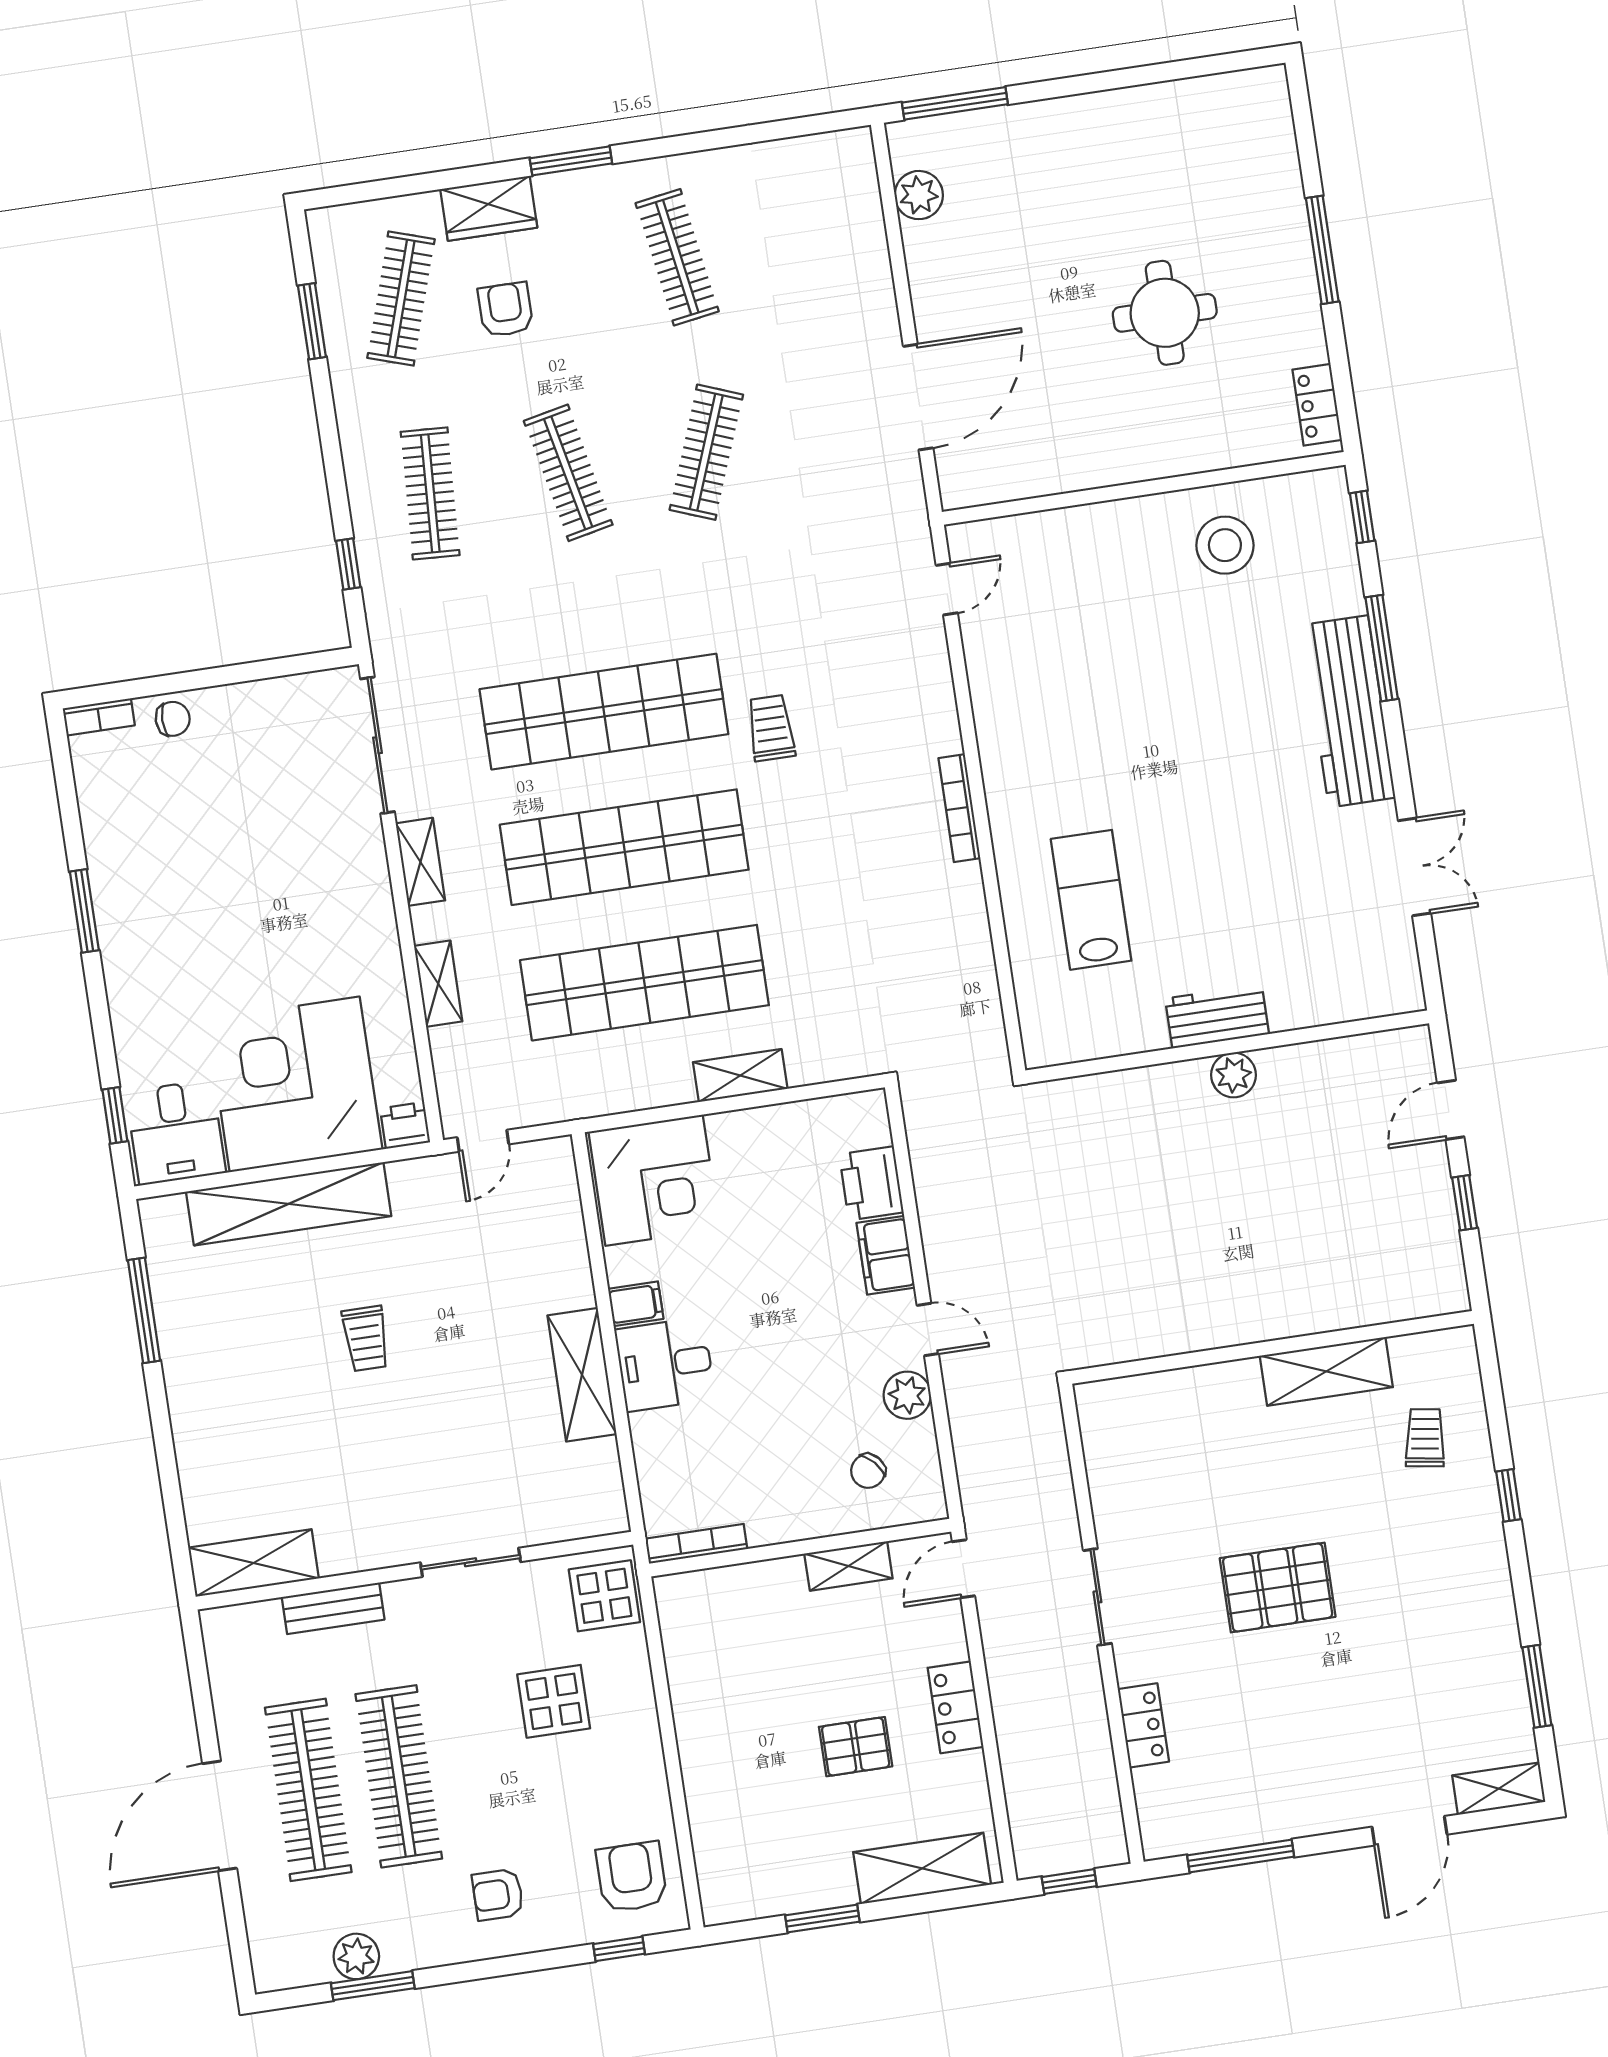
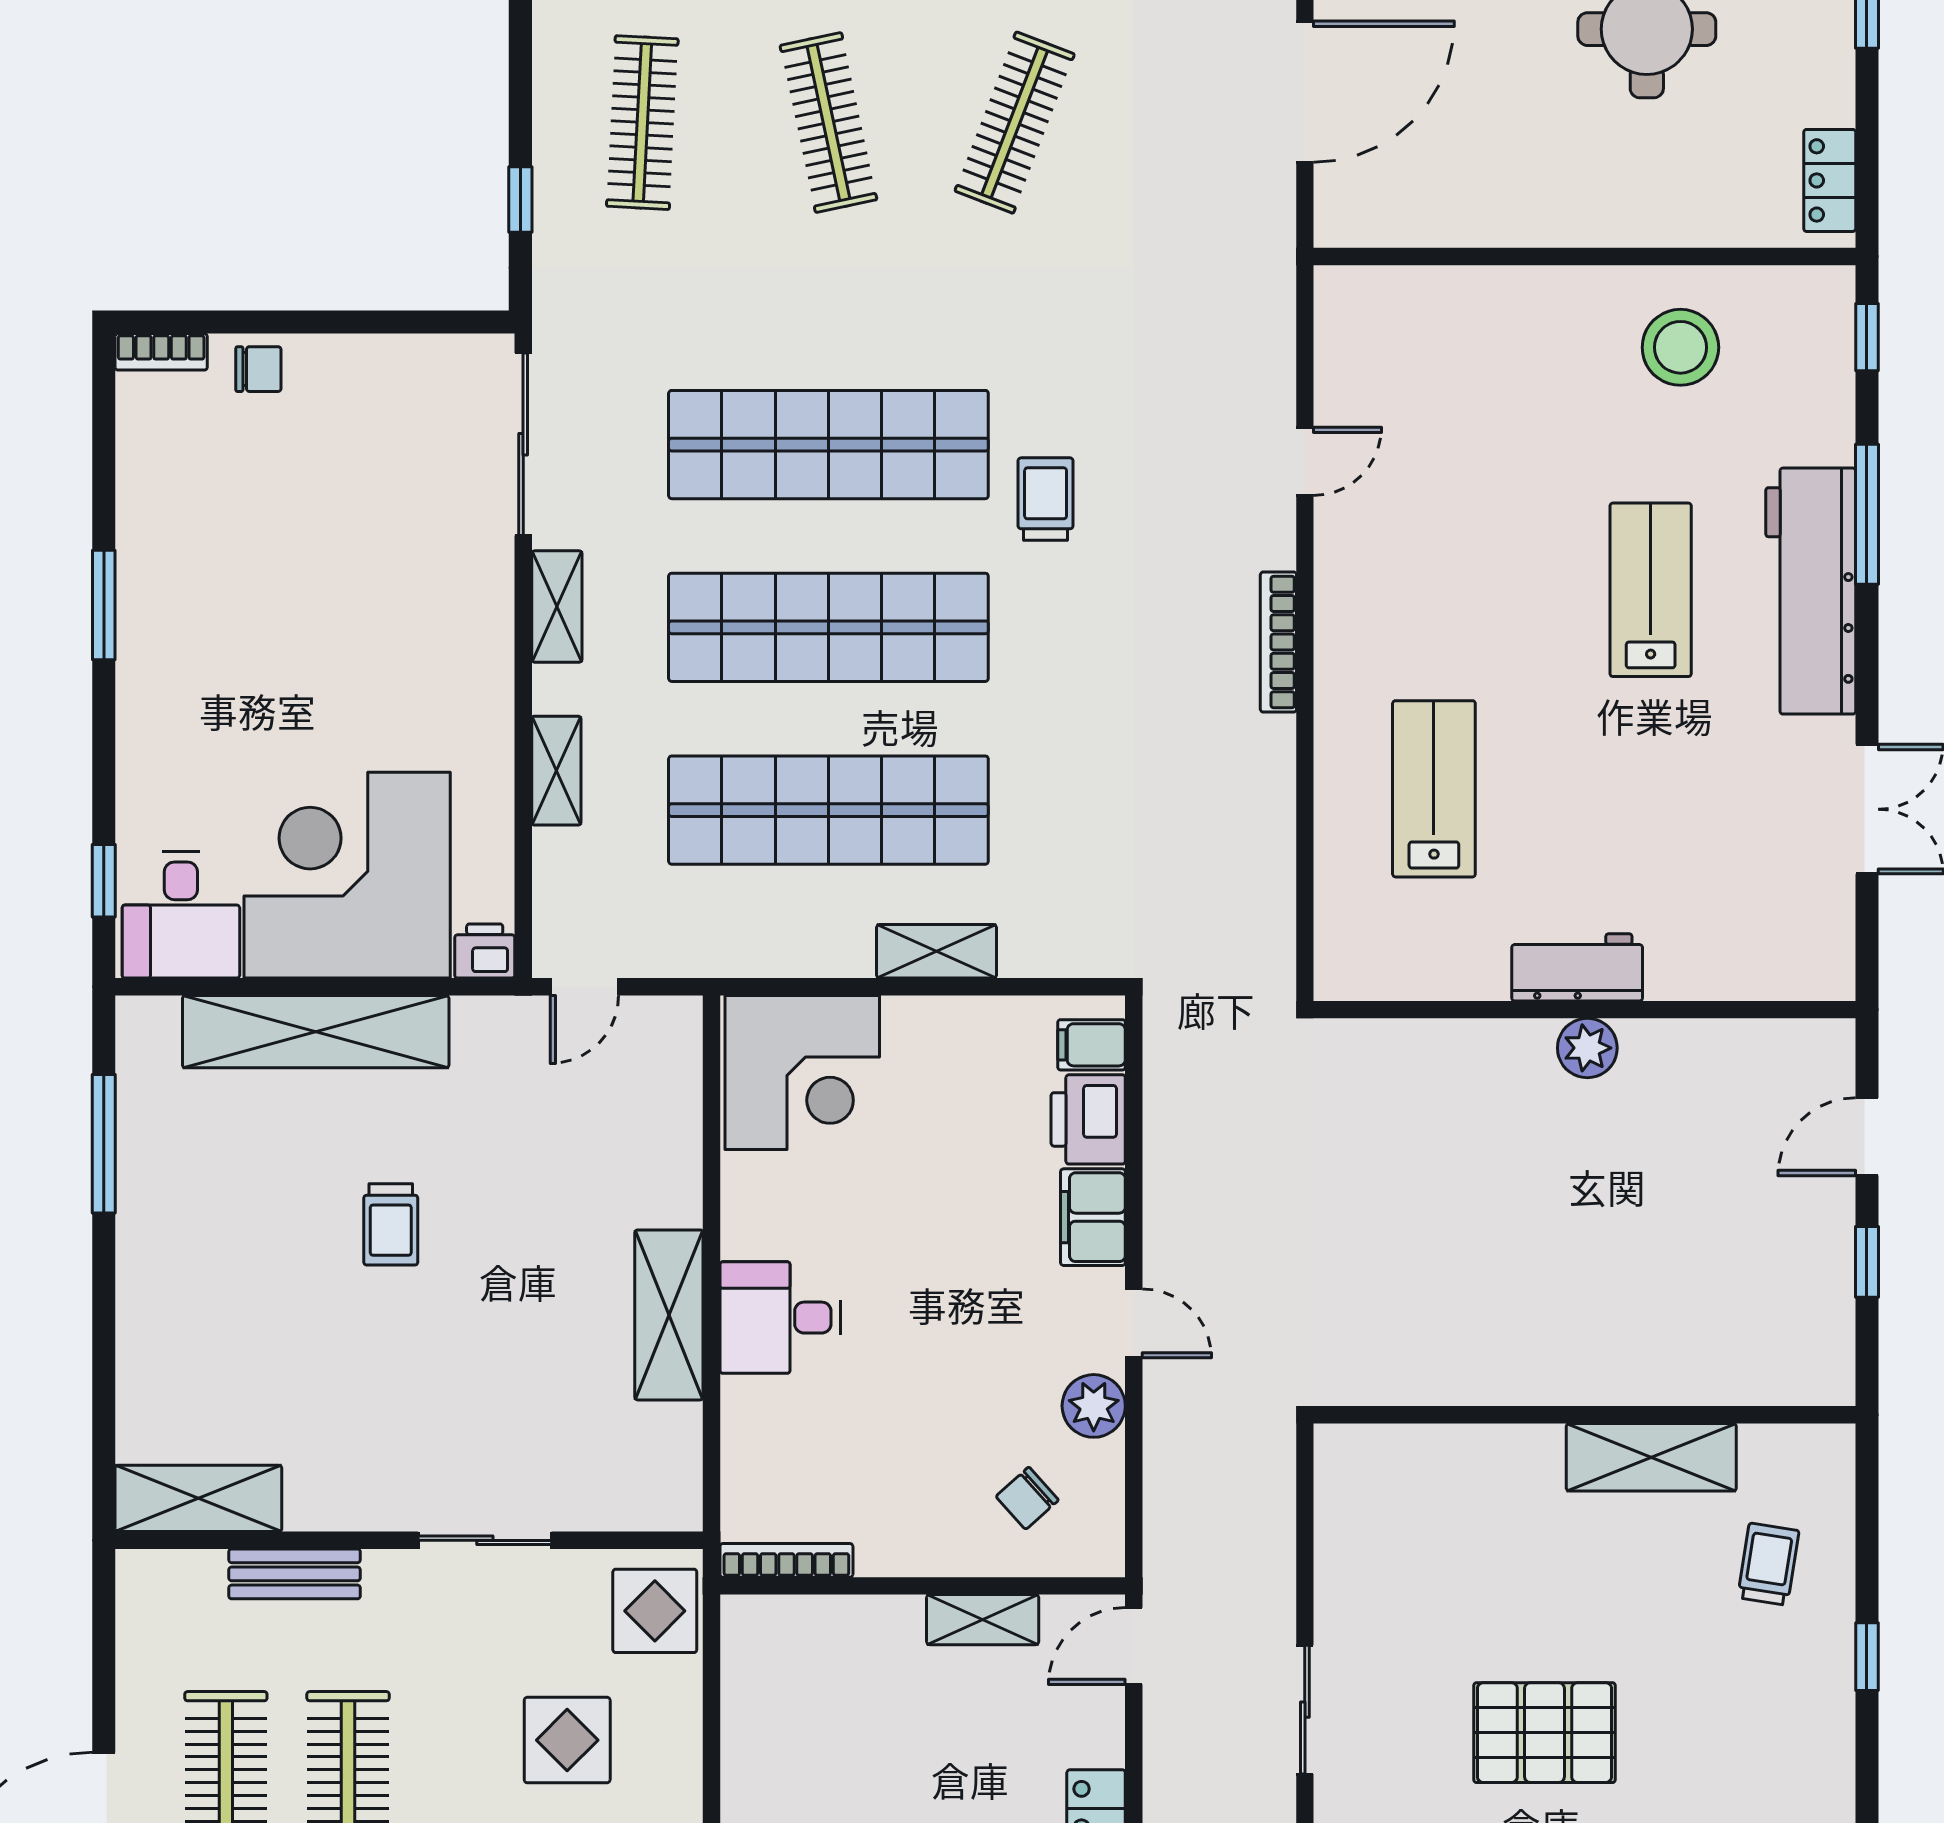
door: (947, 589) -> (1305, 461), moved
lab bench: (1230, 728) -> (1651, 590), added
filing cabinet: (636, 1304) -> (1092, 1045), moved, turned 180

